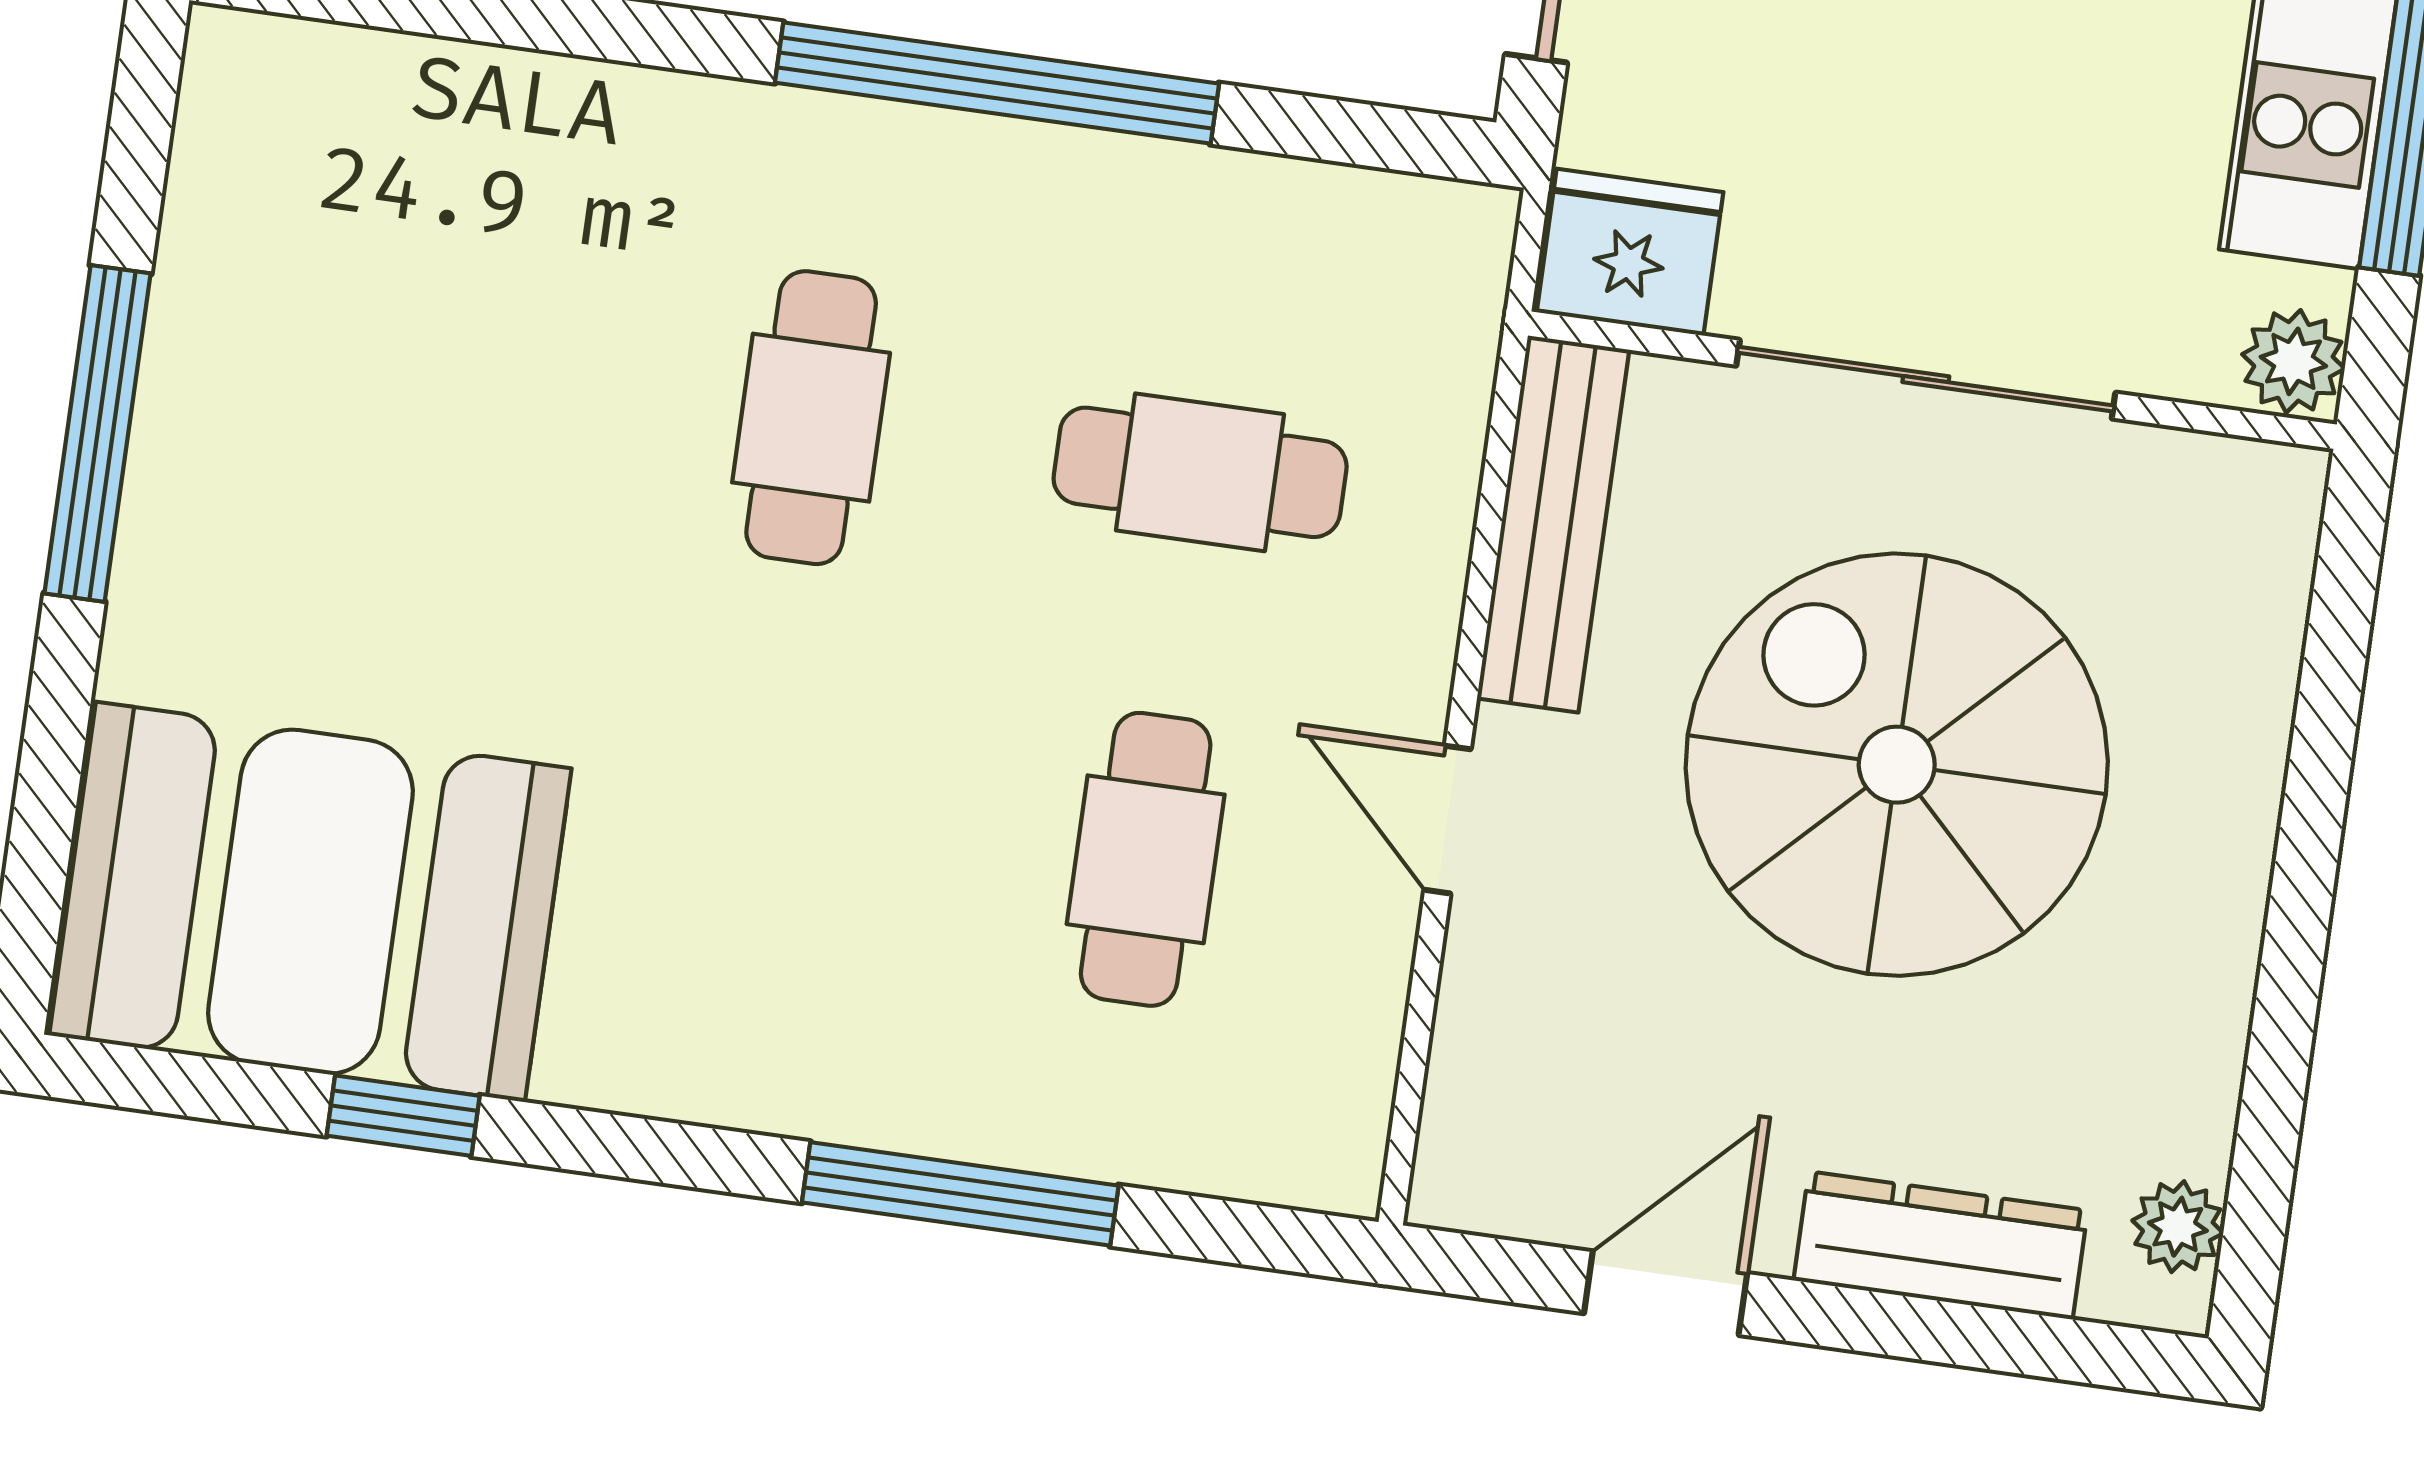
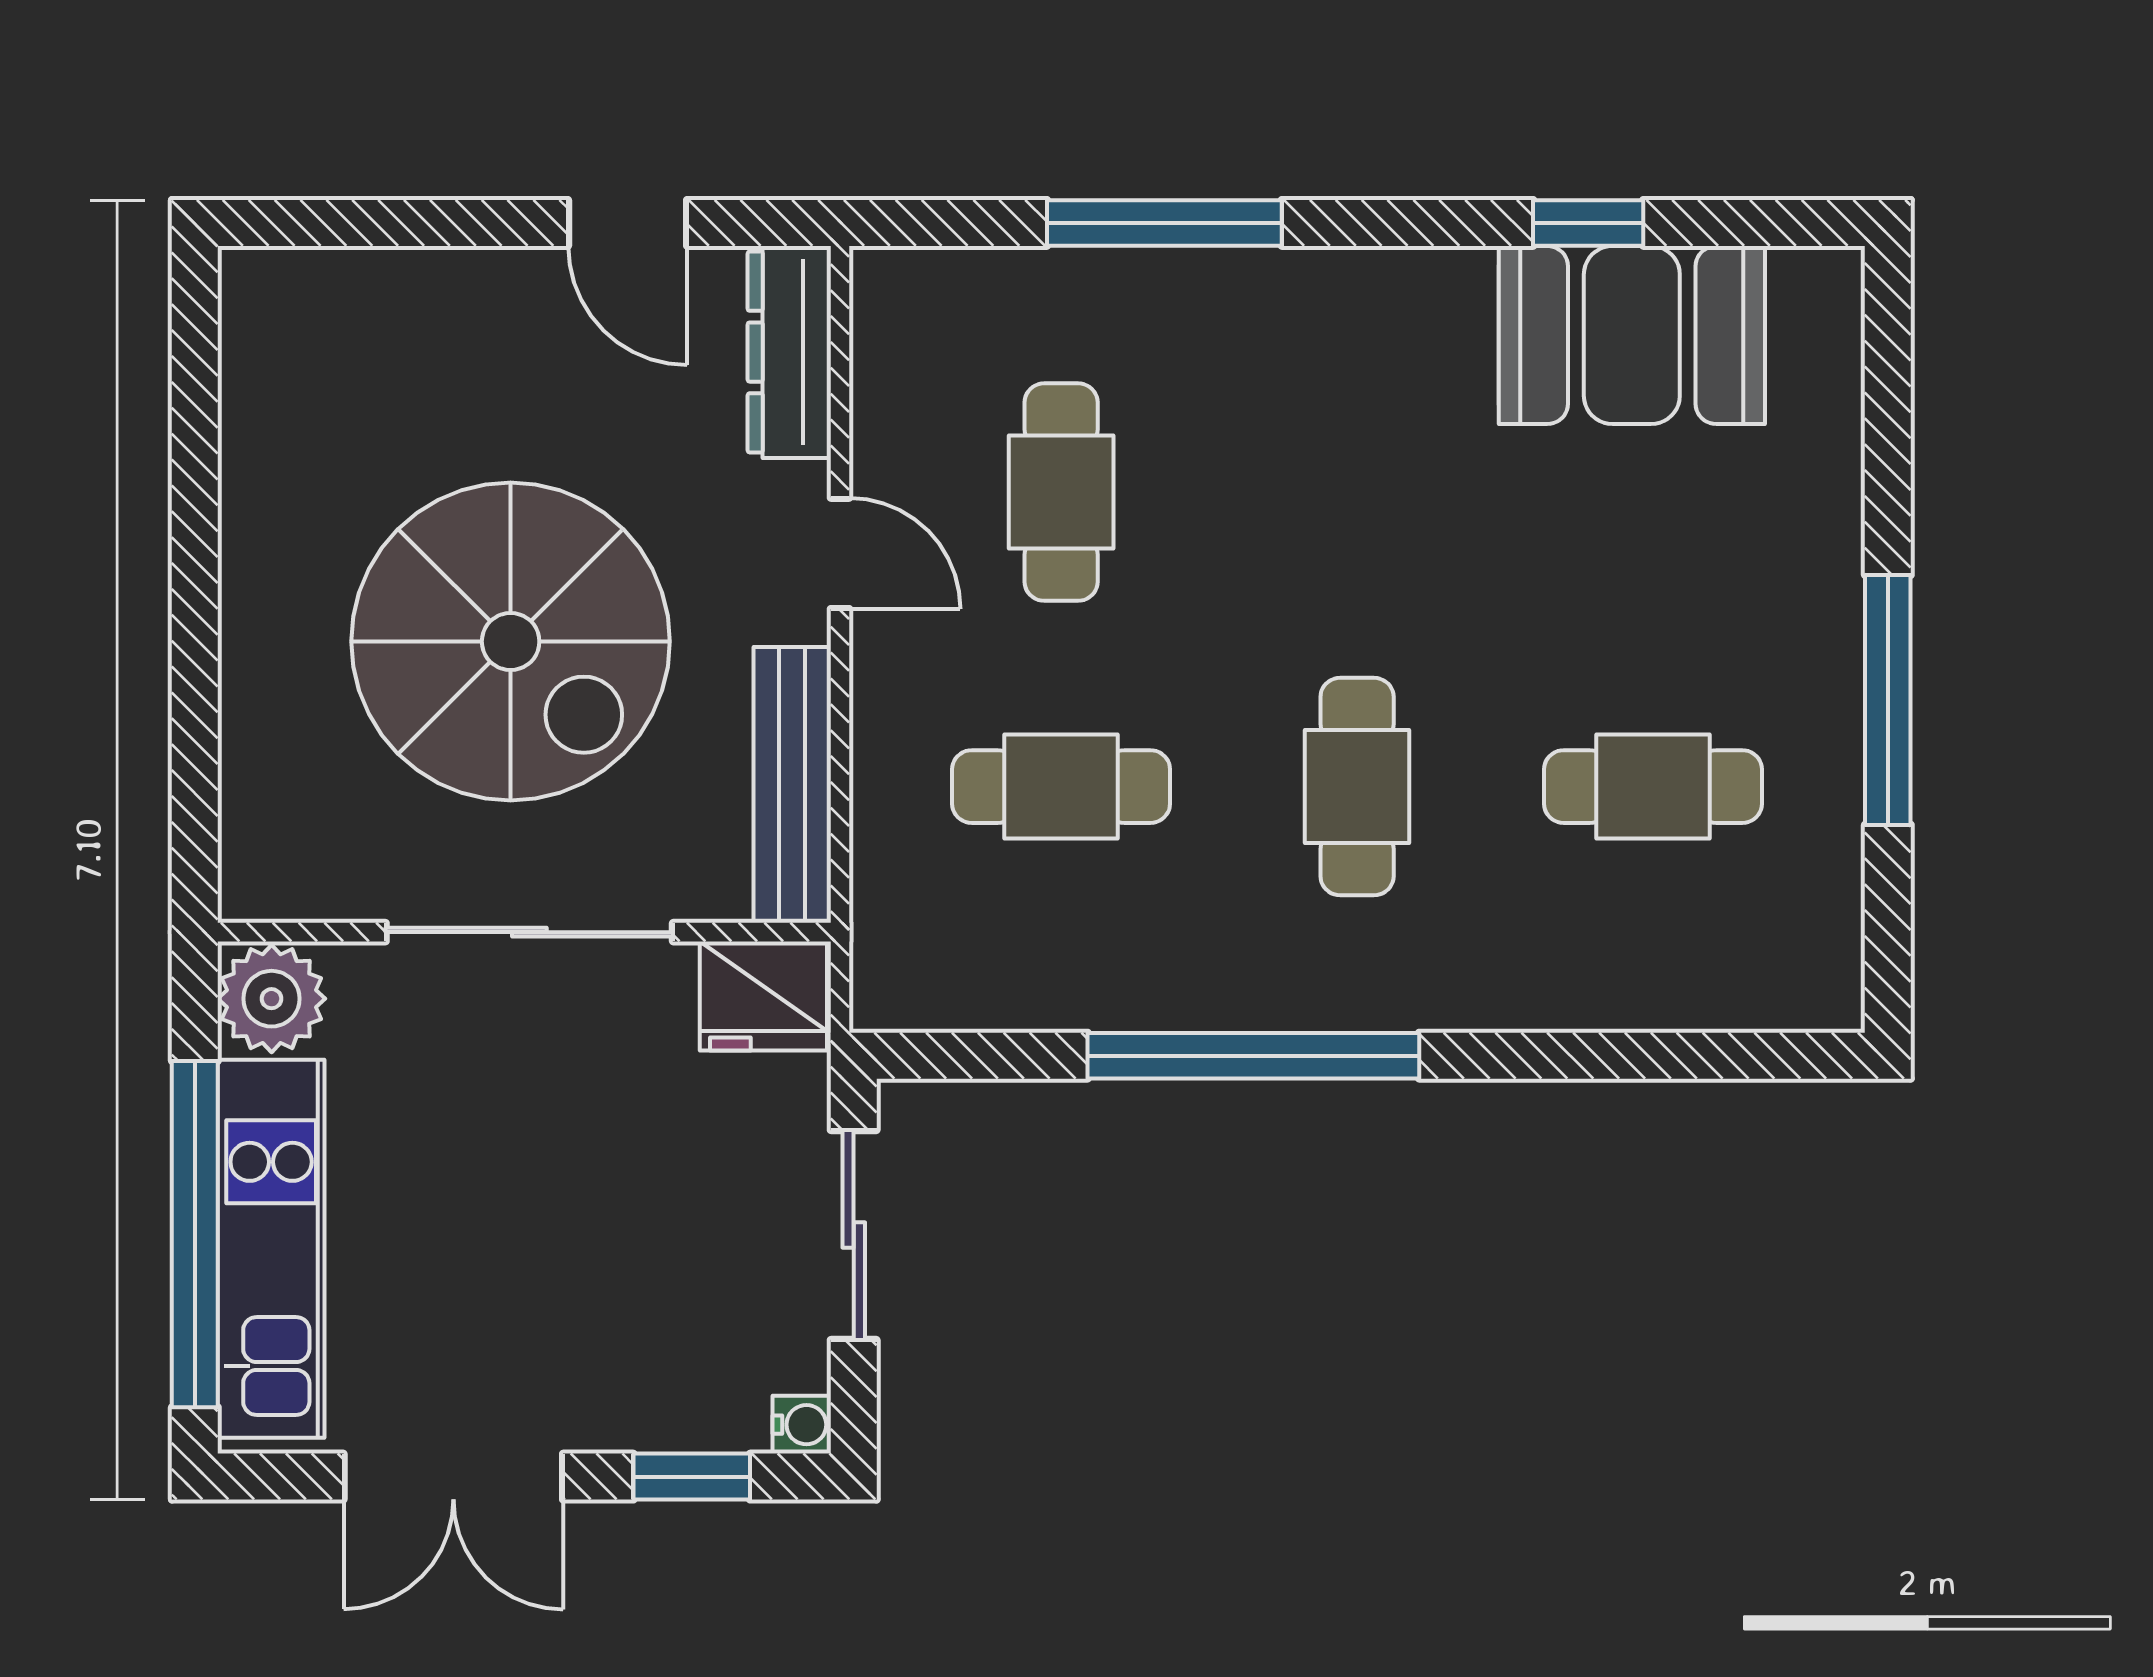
plant: (2293, 361) -> (272, 999), width x1.38, depth x1.38
cafe table: (422, 363) -> (1653, 787), added
booth: (310, 902) -> (1632, 335), width x0.73, depth x0.70
plant: (2178, 1227) -> (252, 326), removed
dresser: (1941, 1245) -> (789, 352), moved, turned 90
door: (1666, 1293) -> (628, 223), hinge flipped

